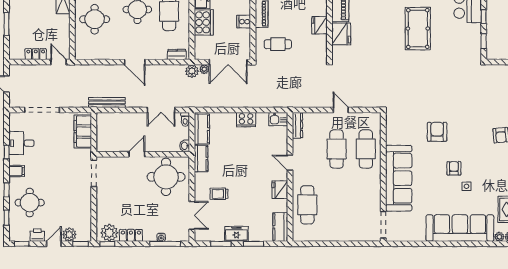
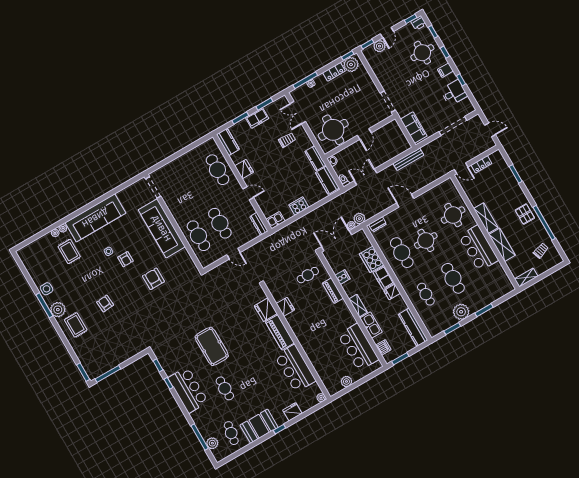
armchair: (437, 132) -> (153, 279), turned 180
printer: (37, 235) -> (419, 23), moved

